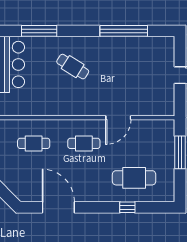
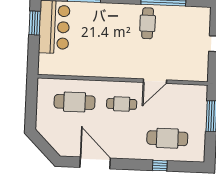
cafe table: (73, 67) -> (148, 23), moved, turned 58
cafe table: (34, 143) -> (75, 102), width x1.37, depth x1.35

